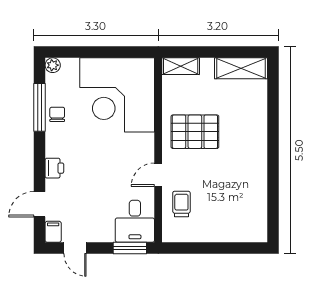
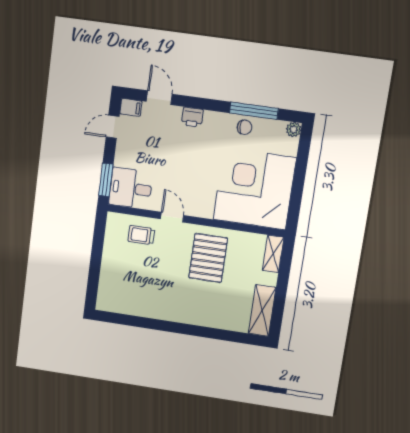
trolley: (181, 204) -> (141, 235), turned 180

